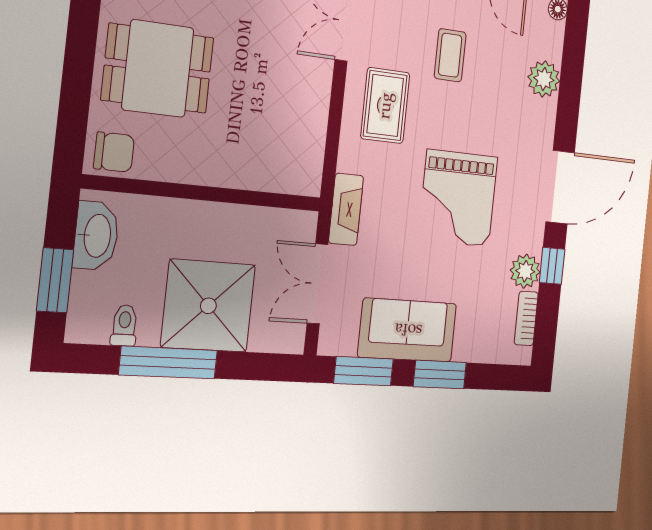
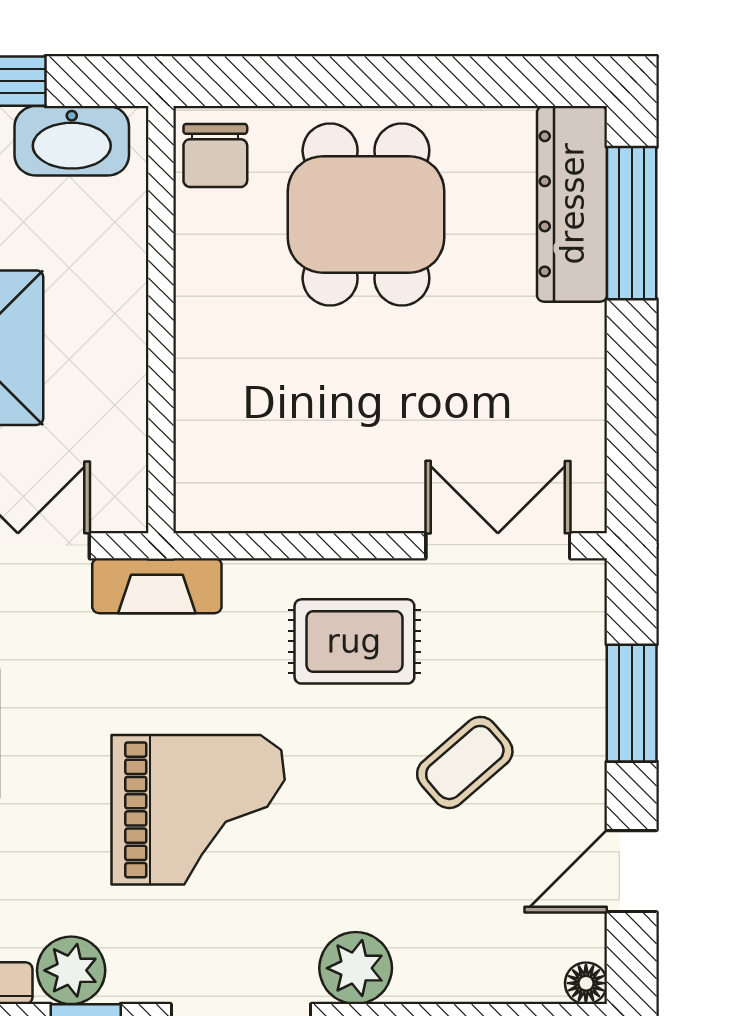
coffee table: (450, 55) -> (465, 762), turned -41
plant: (544, 79) -> (356, 968), moved
grand piano: (458, 198) -> (198, 810), turned 180

